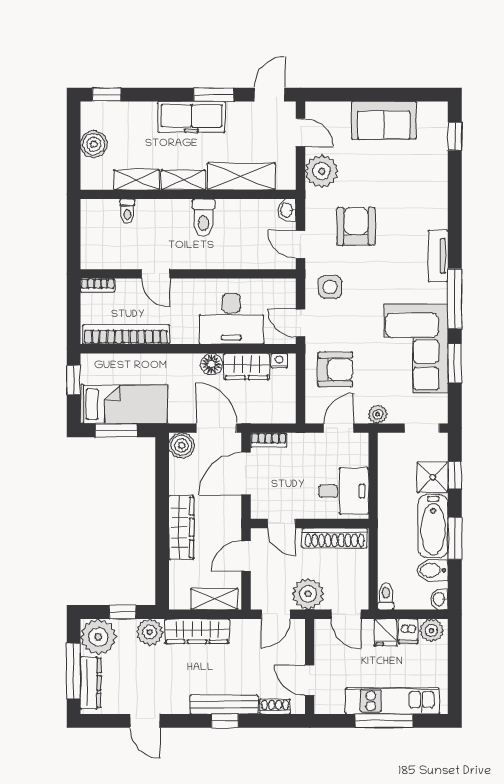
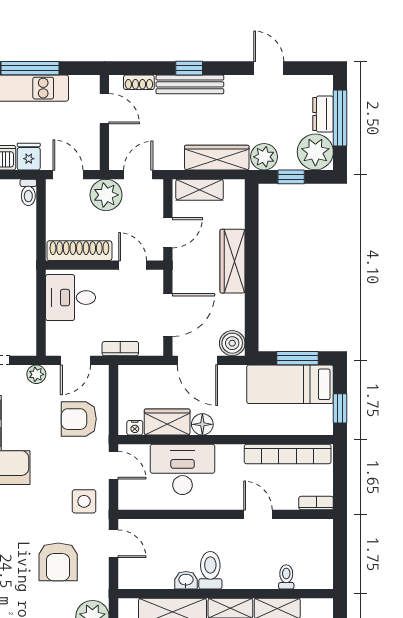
washbasin: (287, 210) -> (186, 580), moved, turned -90
bookcase: (269, 440) -> (120, 349), moved
dresser: (91, 683) -> (323, 114), width x0.70

